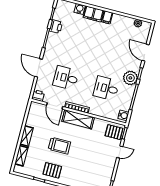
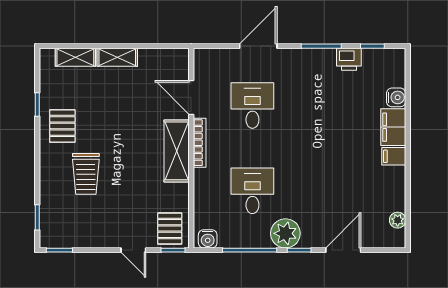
printer: (38, 96) -> (203, 60), removed
door: (55, 106) -> (191, 98), hinge flipped
trolley: (59, 146) -> (86, 174), moved

